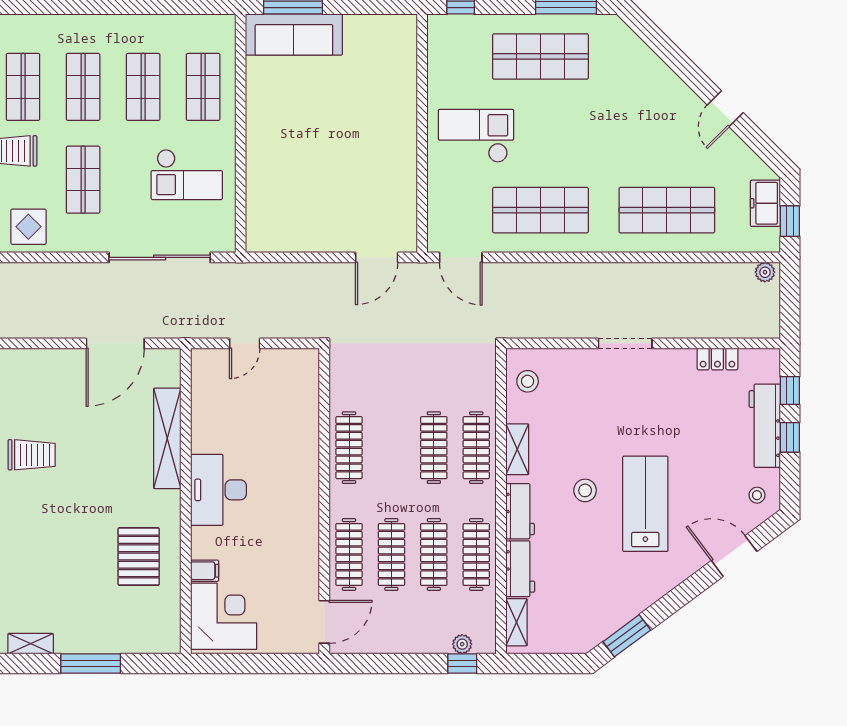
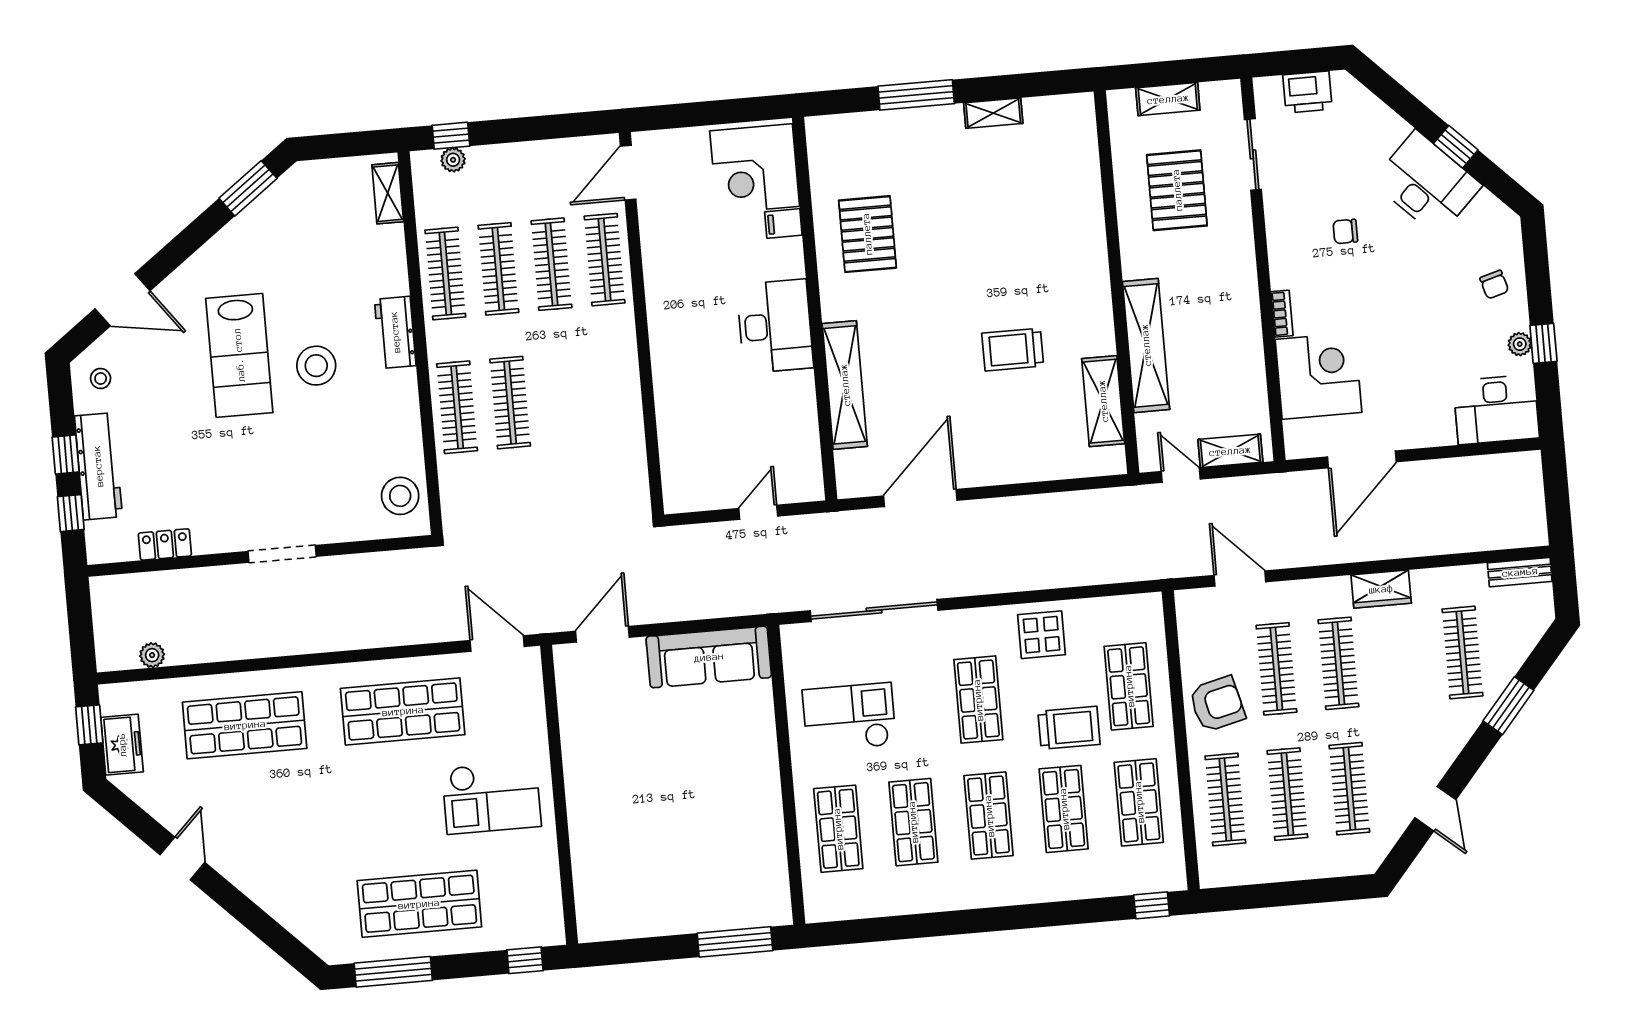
sofa: (294, 34) -> (709, 657), moved, turned 180
plant: (765, 272) -> (152, 655), moved
stool: (528, 381) -> (400, 496), width x1.38, depth x1.38
clothes rail: (349, 448) -> (616, 393), removed
shelving: (517, 449) -> (406, 410), removed
stool: (585, 490) -> (316, 366), width x1.38, depth x1.38
workbench: (520, 569) -> (389, 260), removed

